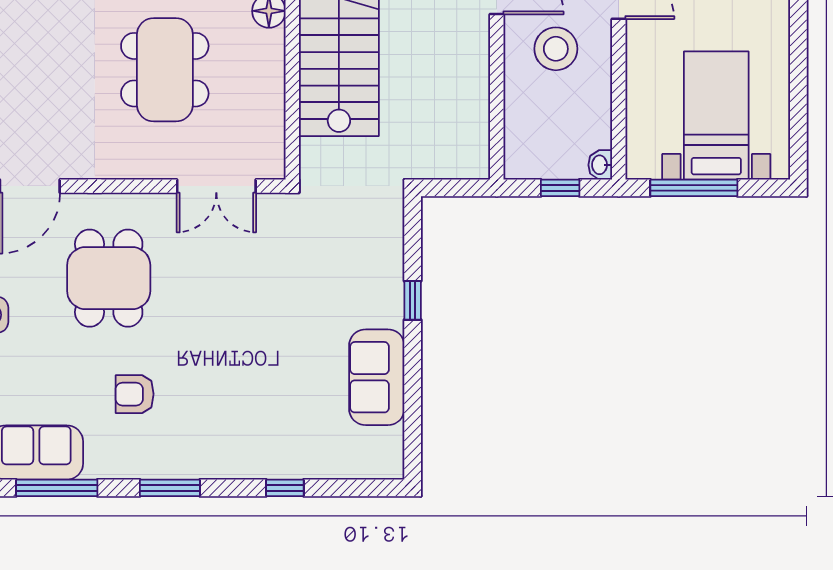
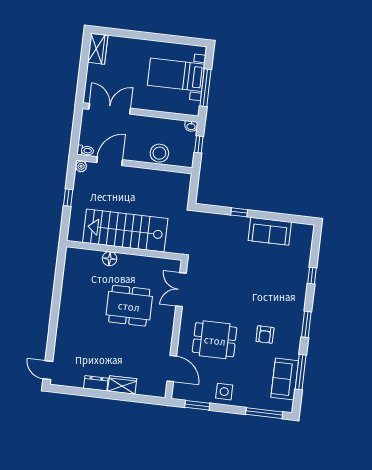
stool: (556, 49) -> (159, 153), moved
double door: (216, 186) -> (181, 290), swing flipped

